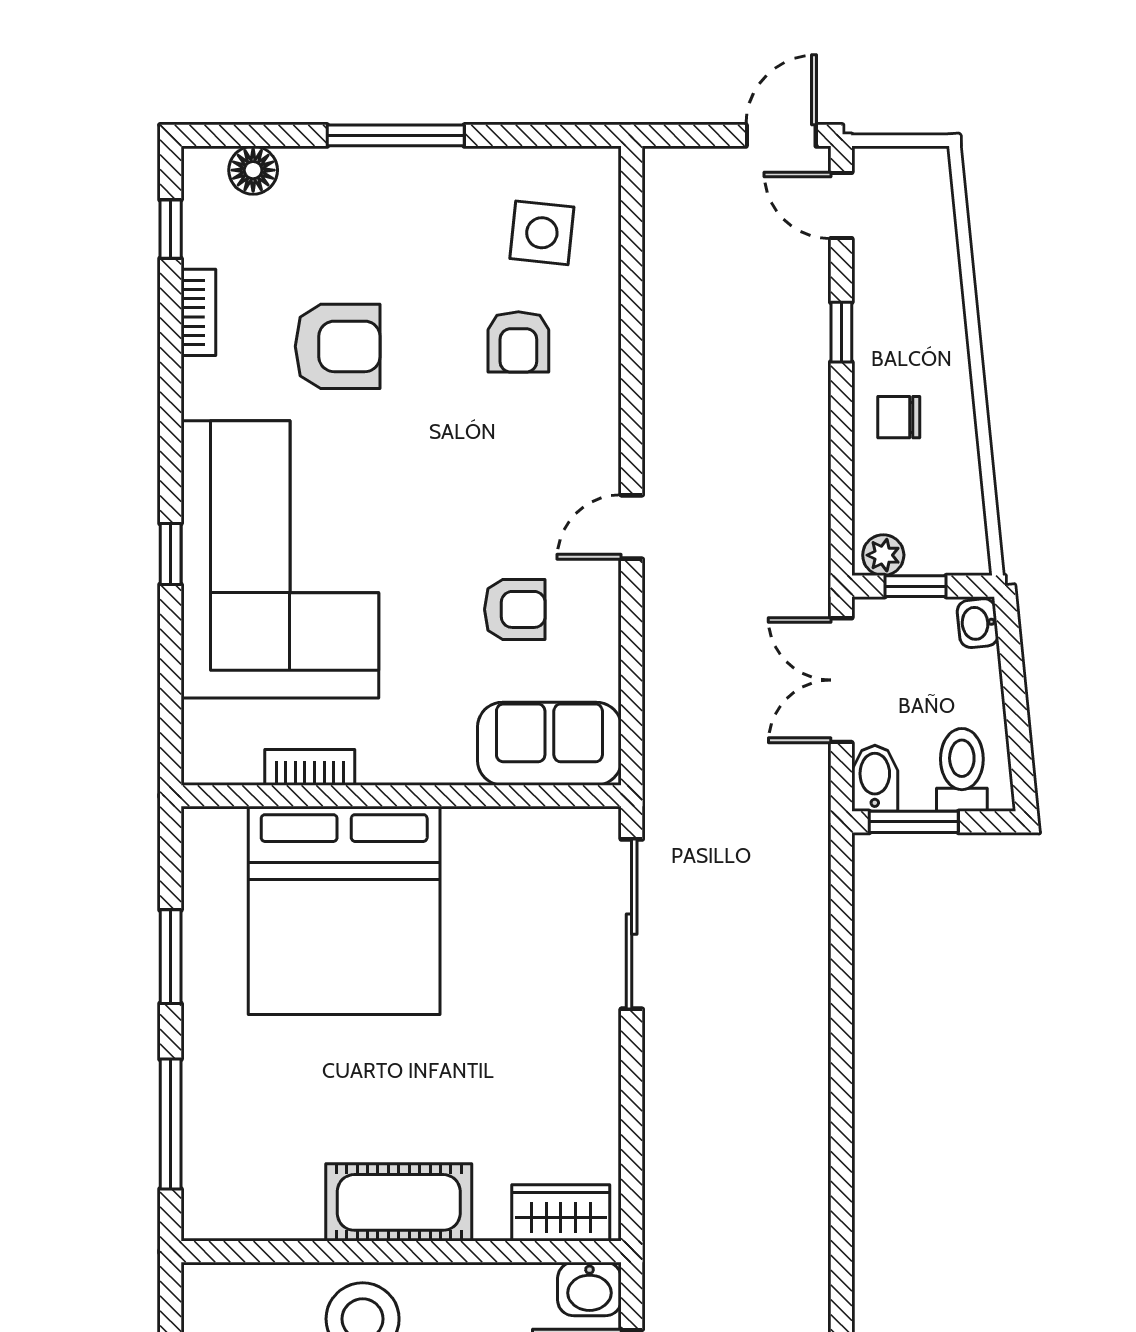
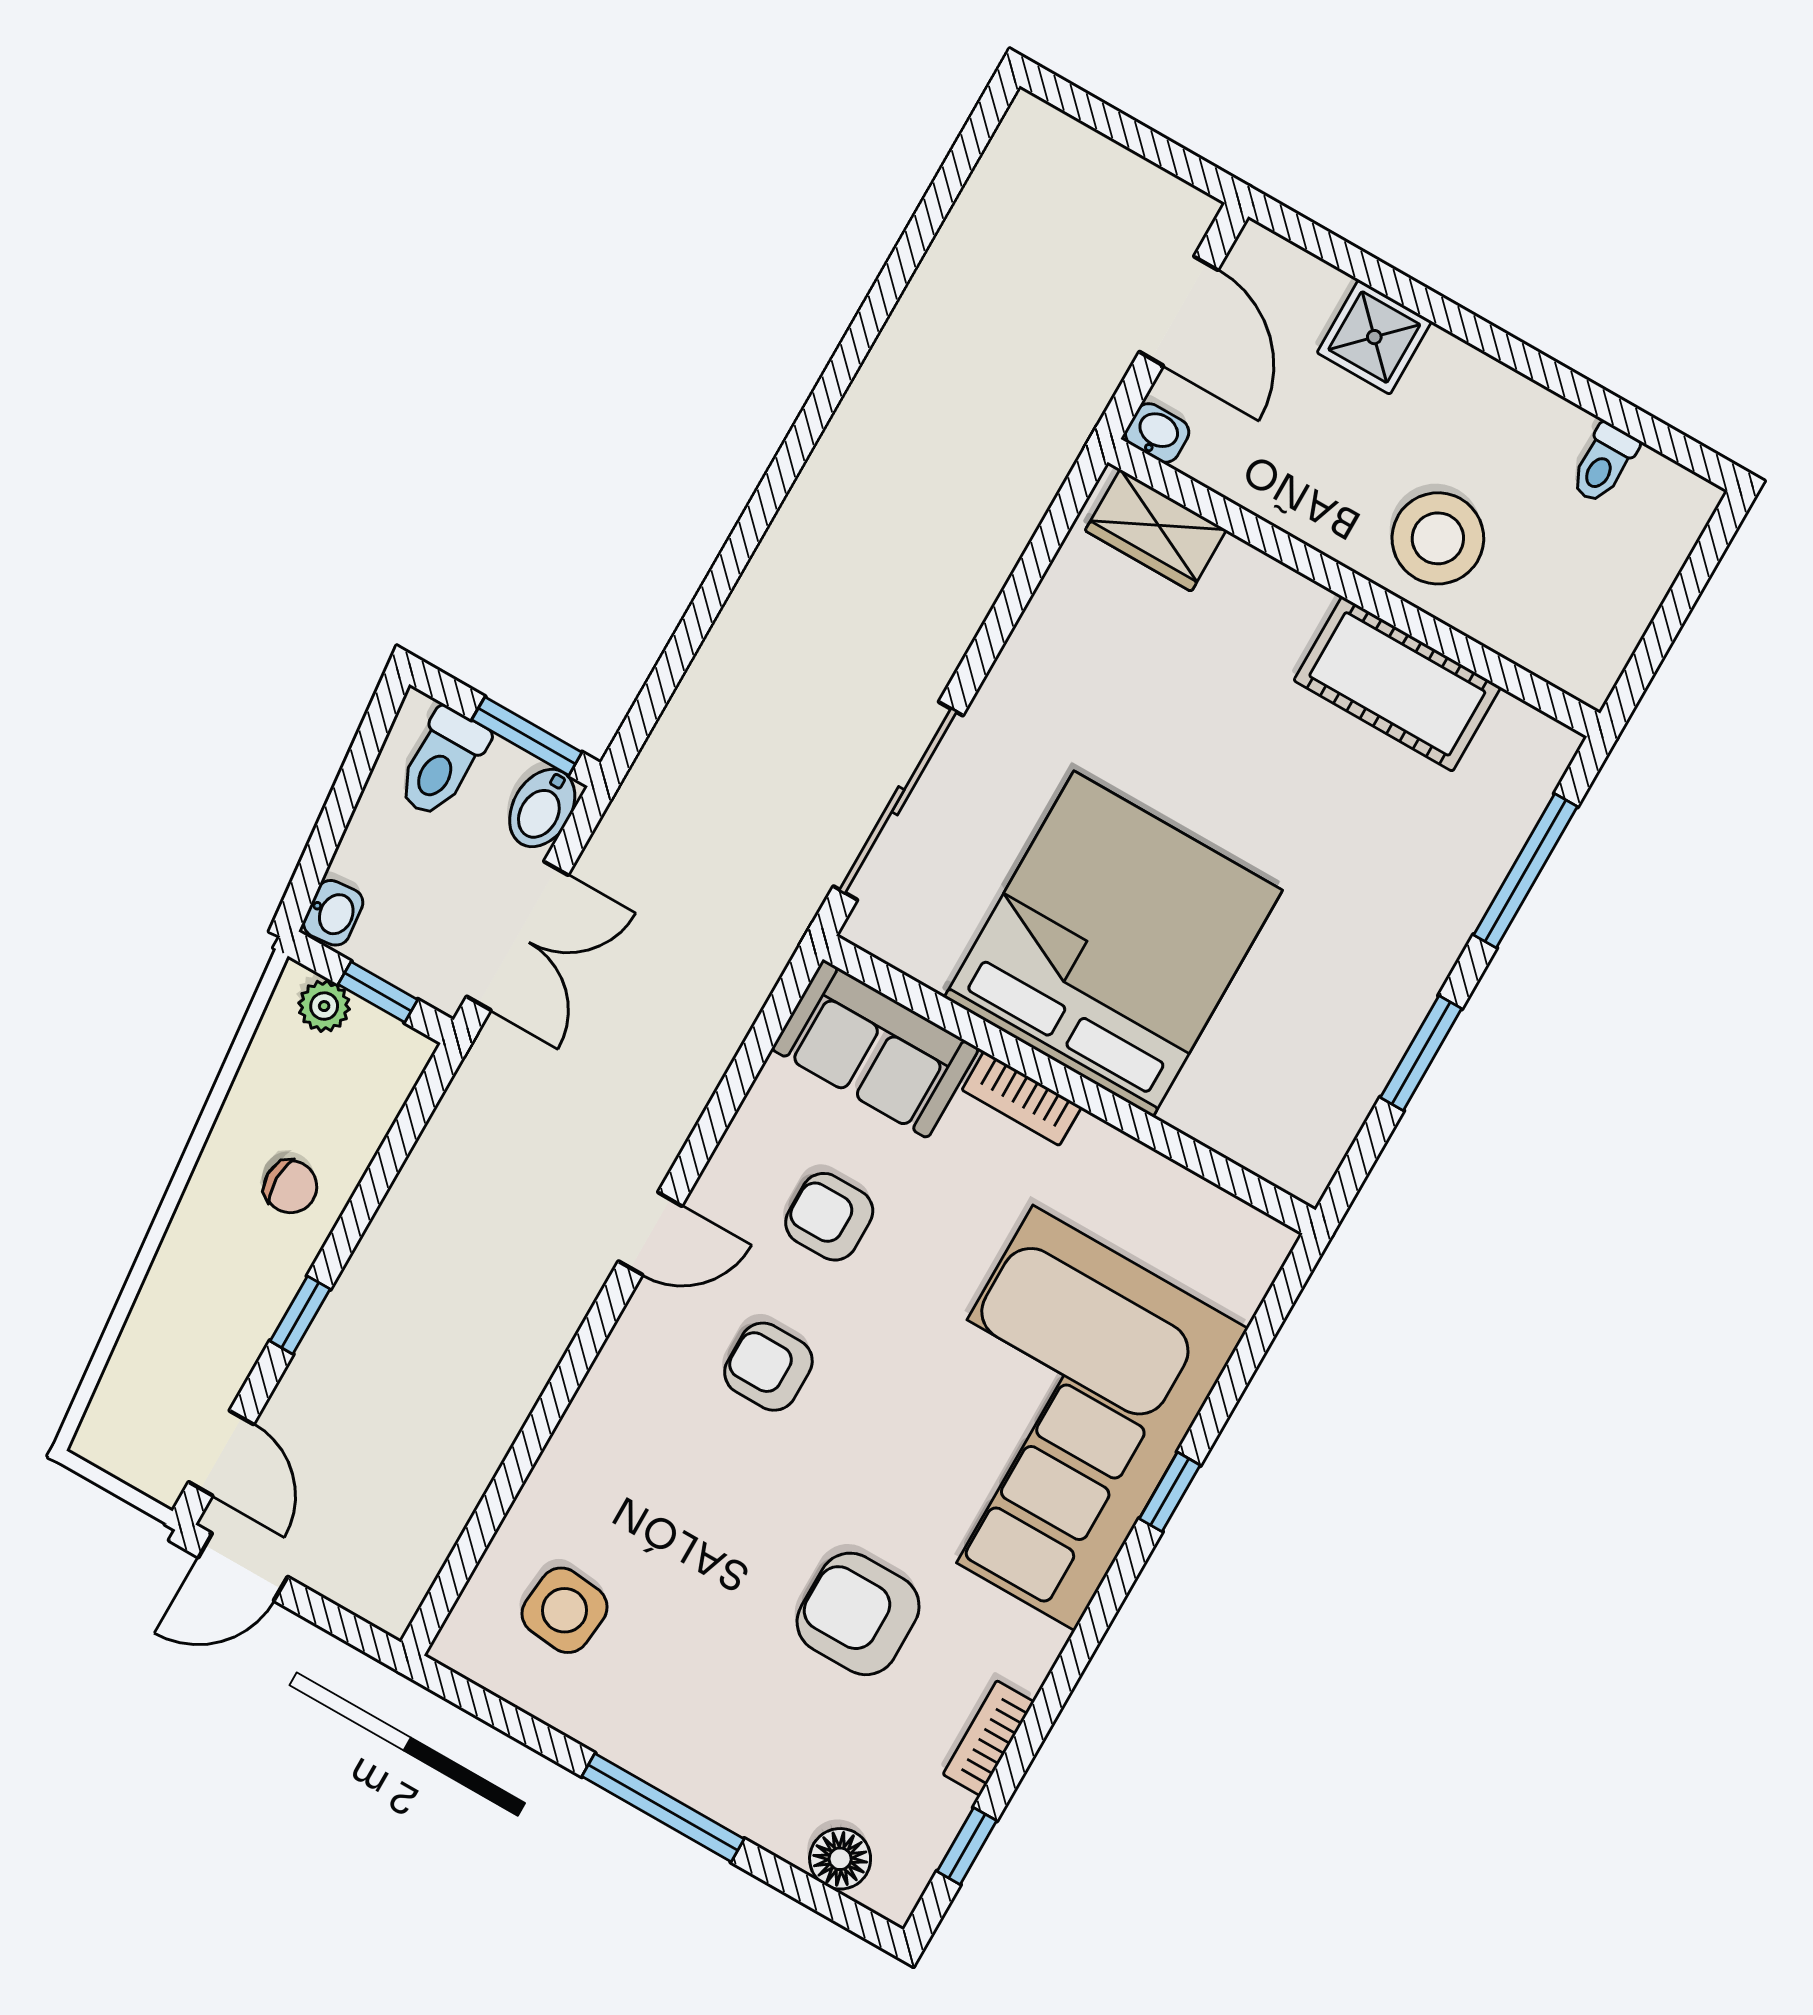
armchair: (518, 342) -> (768, 1367), moved, turned -90
plant: (883, 555) -> (324, 1006), moved
bookcase: (310, 767) -> (1022, 1098), moved
bed: (344, 910) -> (1113, 944), moved
cot: (399, 1202) -> (1397, 684), moved
washbasin: (589, 1289) -> (1157, 433), width x0.72, depth x0.69

